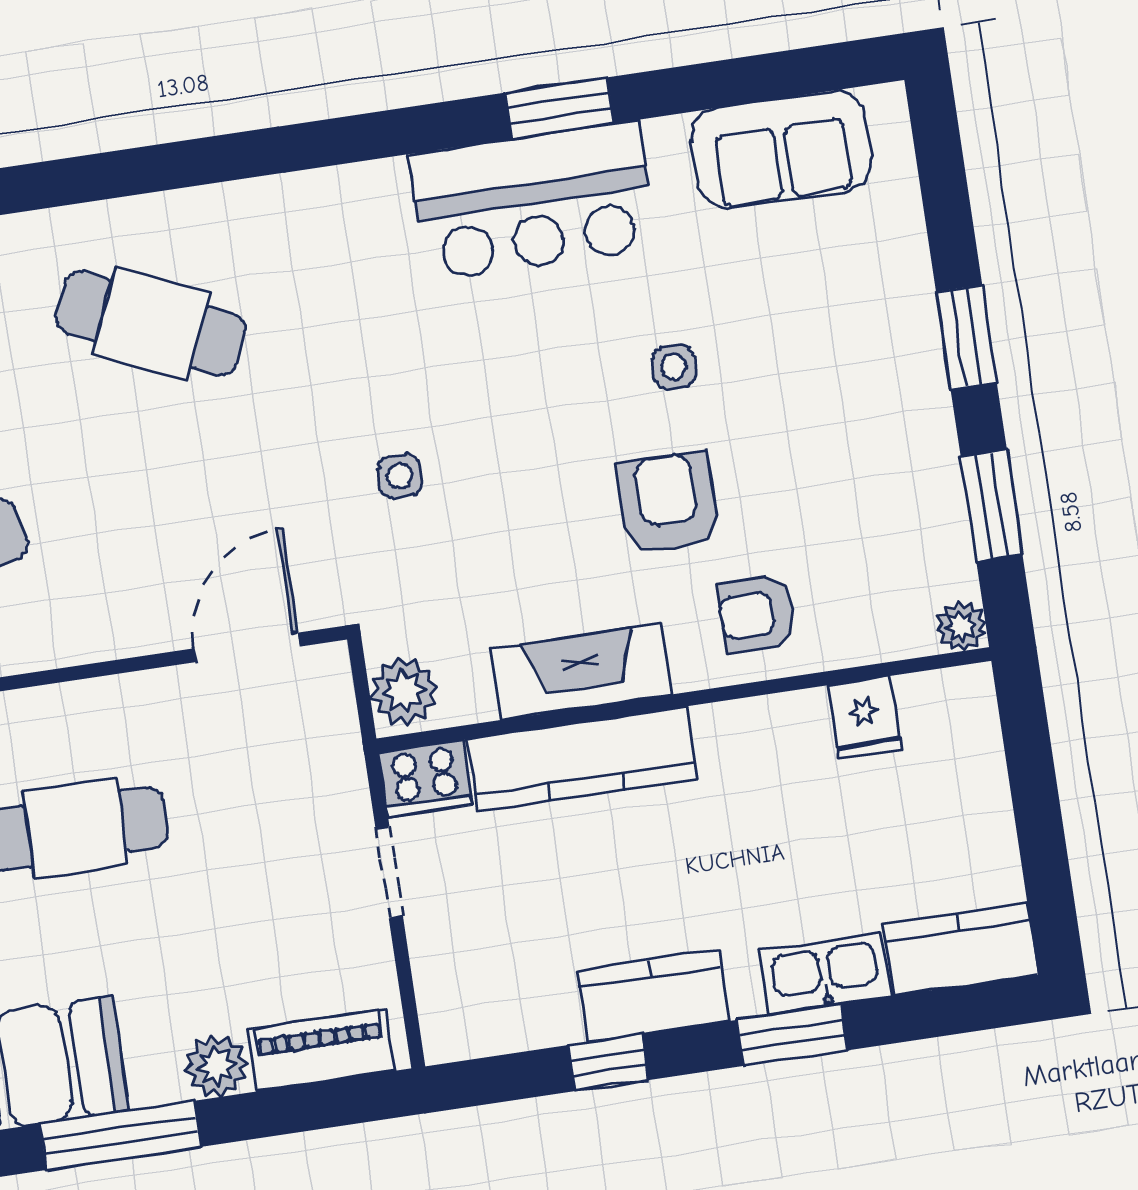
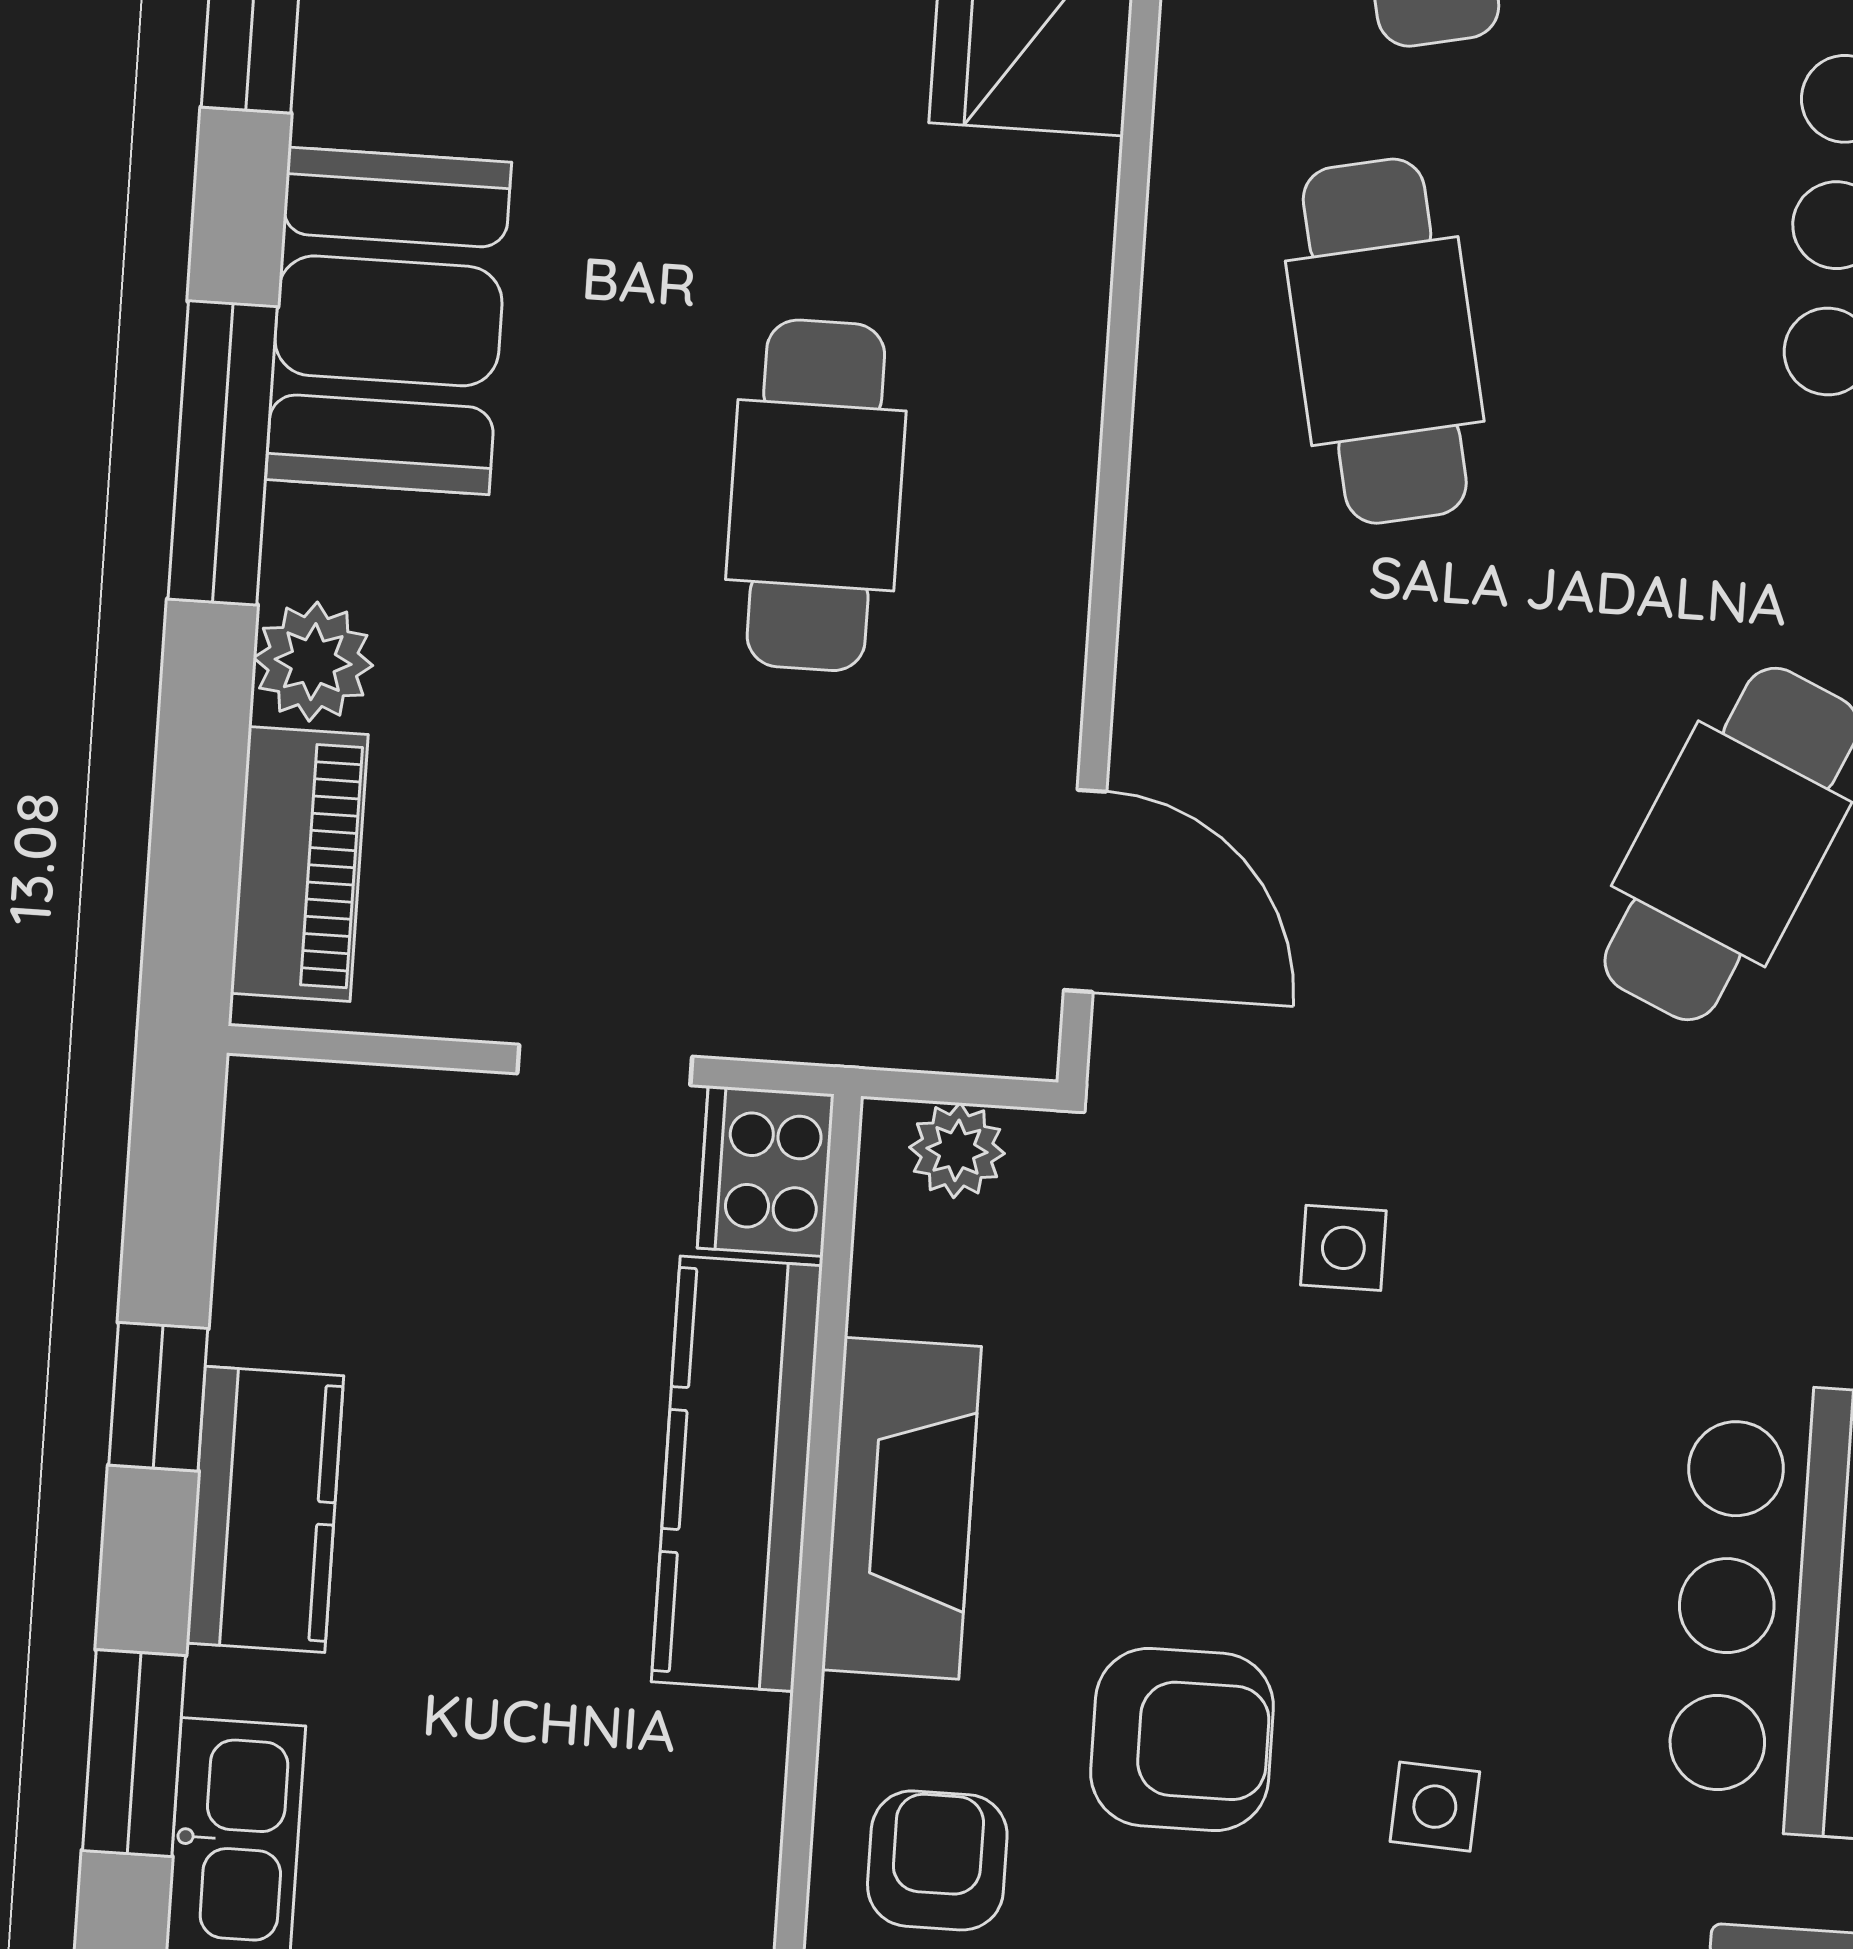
plant: (404, 691) -> (957, 1150), width x0.73, depth x0.73

